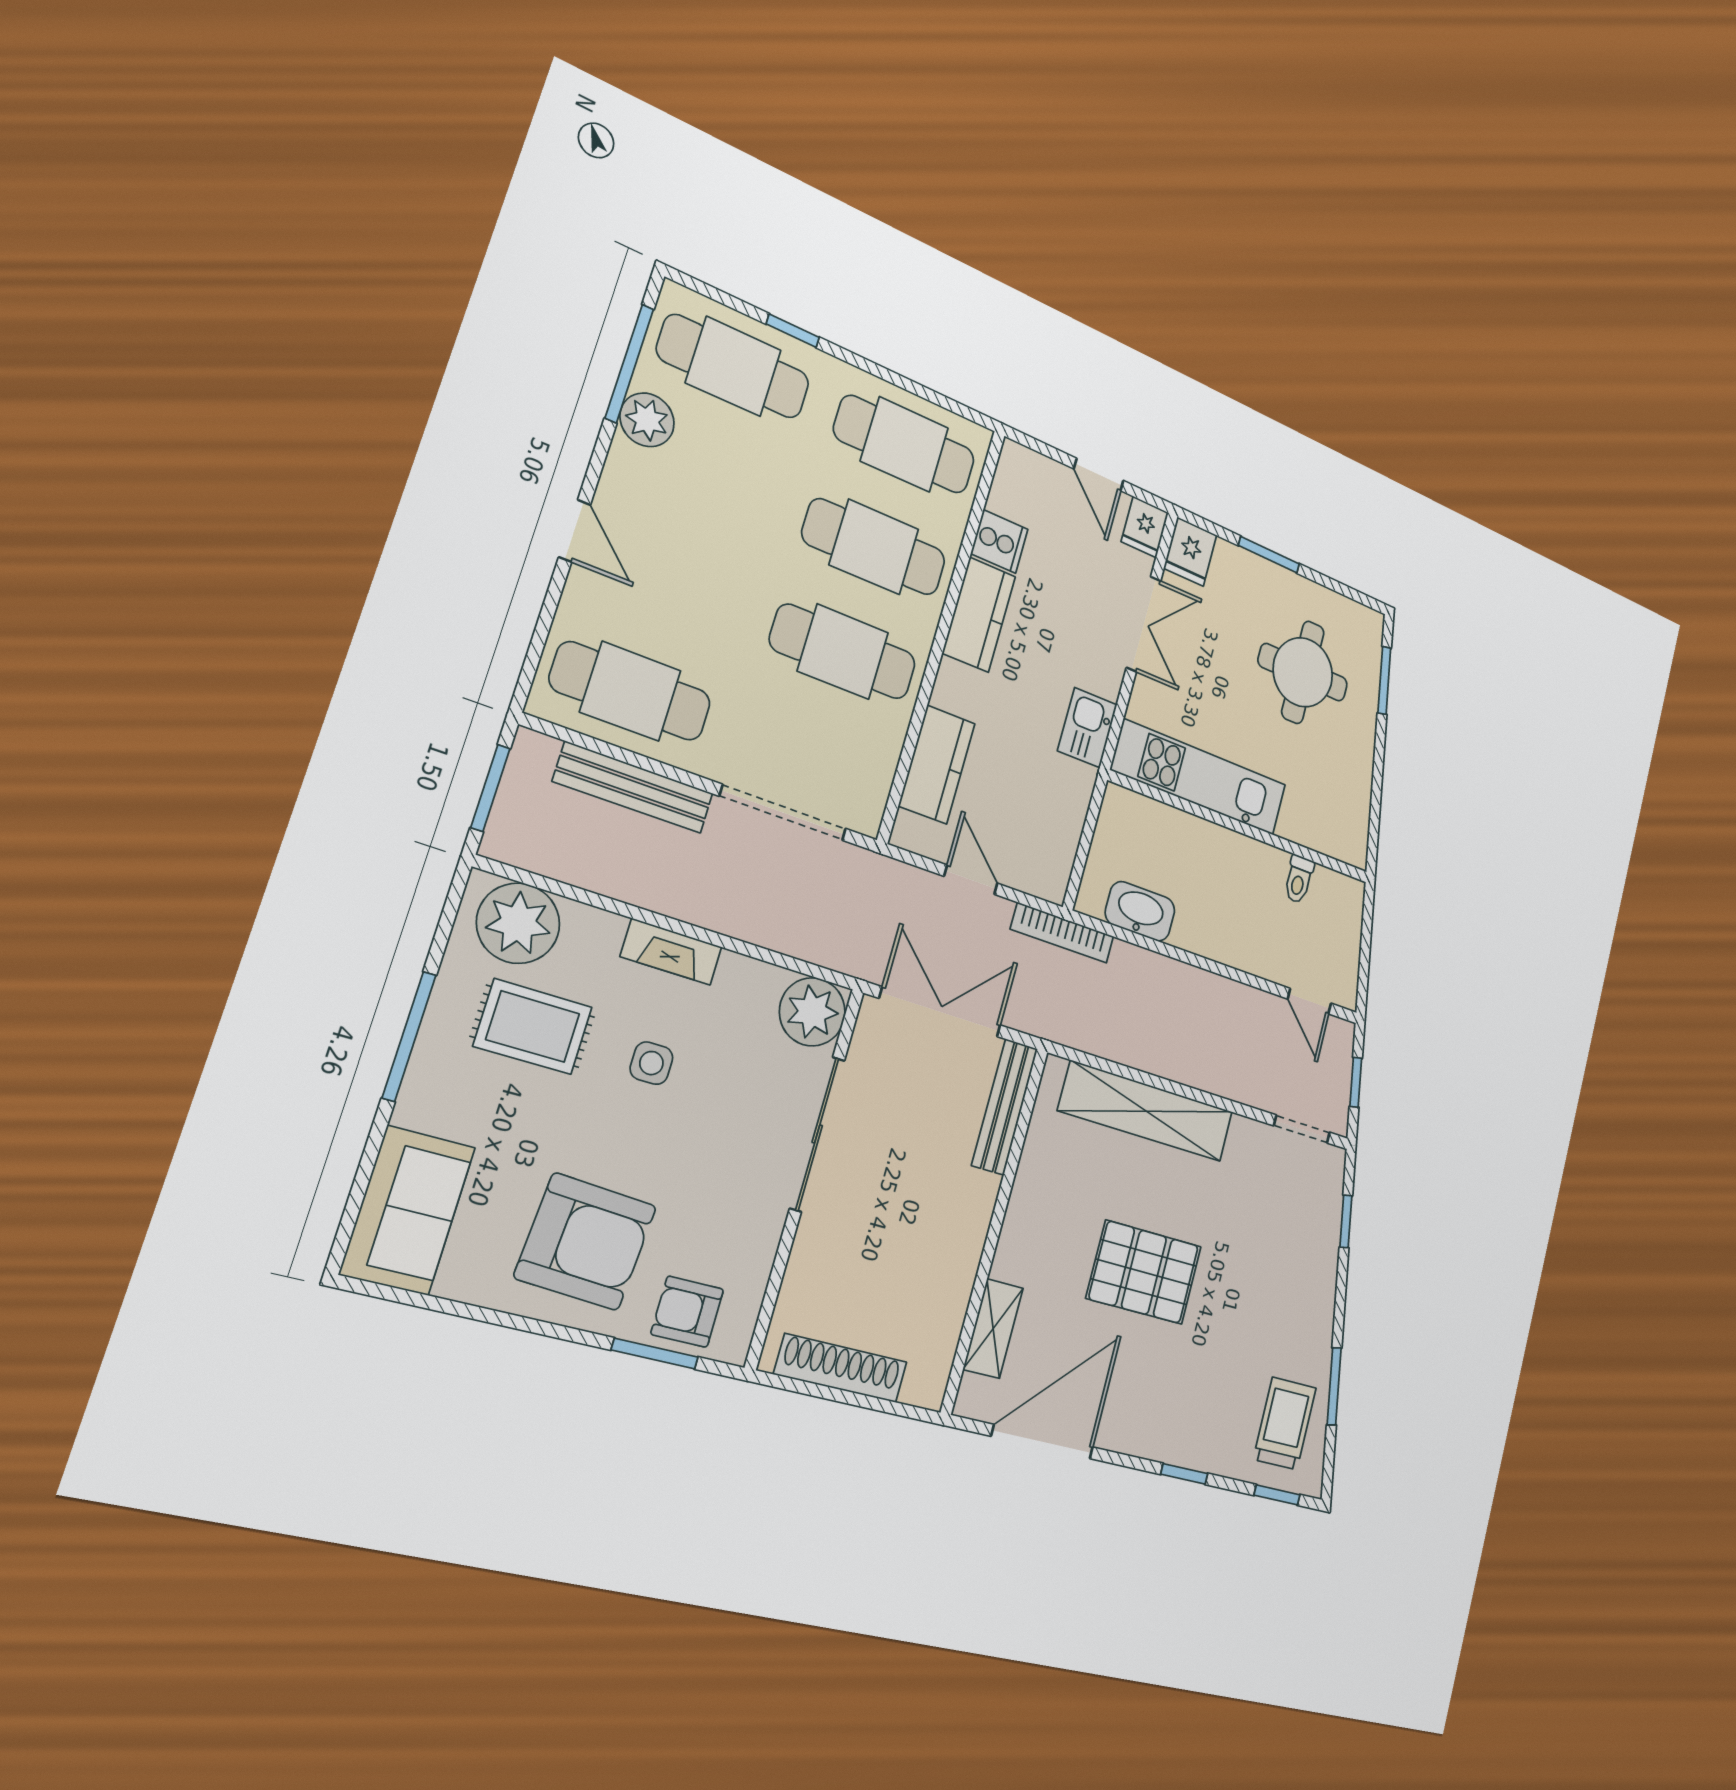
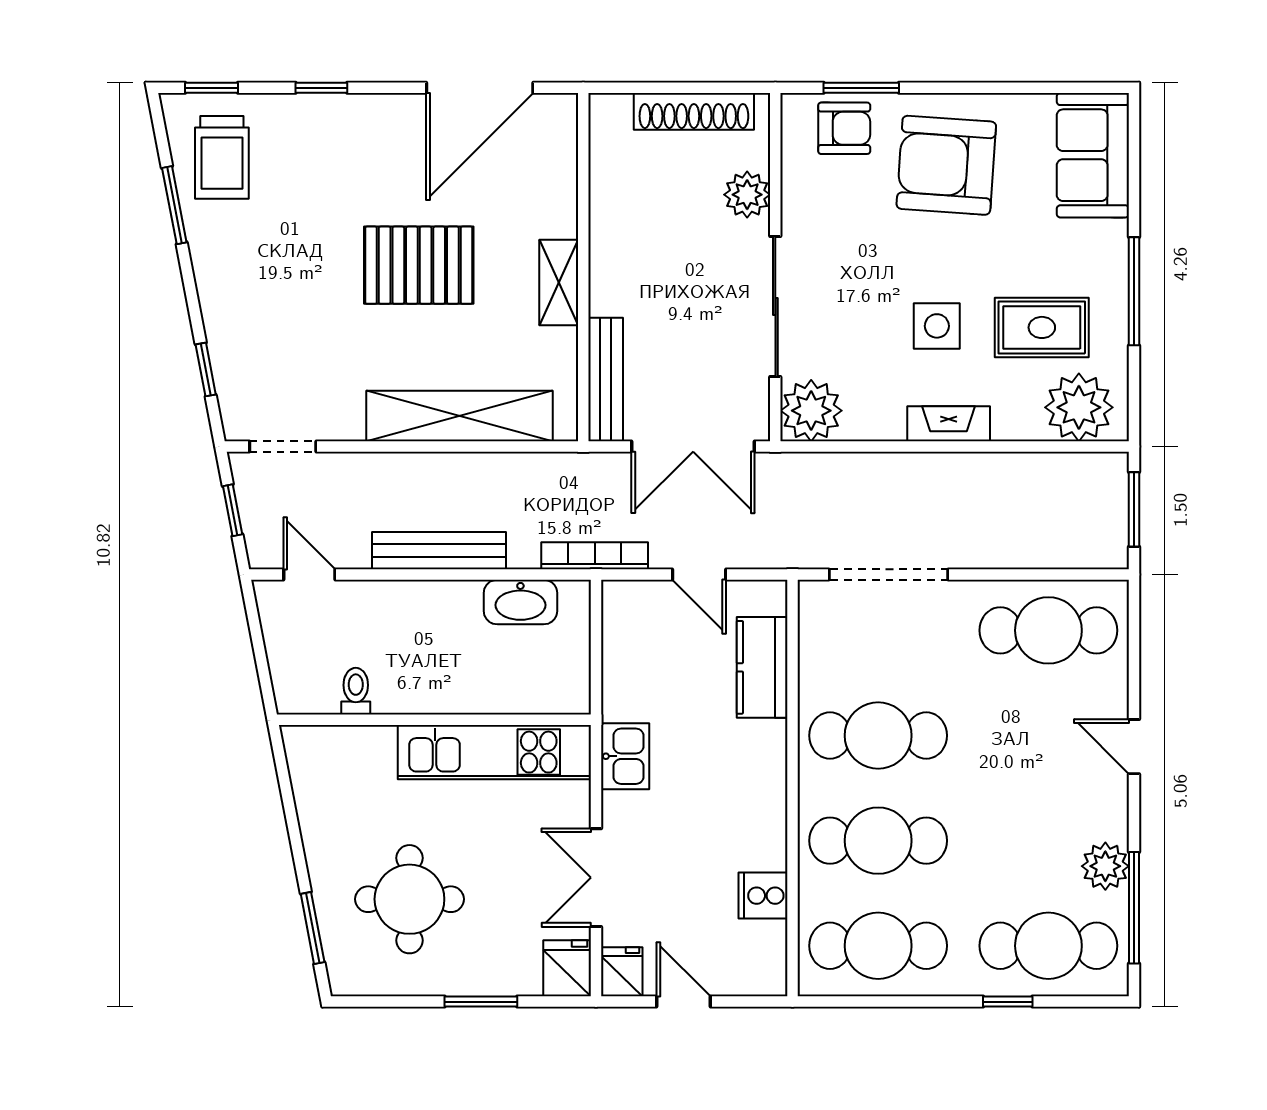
kitchen counter: (979, 615) -> (763, 820), removed
bench: (634, 787) -> (439, 551), moved
side table: (651, 1063) -> (937, 326), width x1.37, depth x1.37
plant: (812, 1263) -> (747, 195), added
shelving: (993, 1329) -> (559, 283), moved

